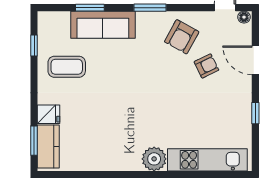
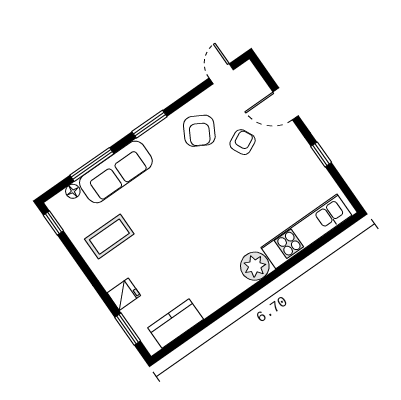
window: (90, 8) -> (92, 164), width x1.44
floor lamp: (244, 17) -> (73, 191), moved
window: (34, 46) -> (53, 223), moved
kitchen counter: (48, 147) -> (176, 324), moved, turned -90

